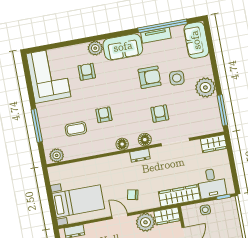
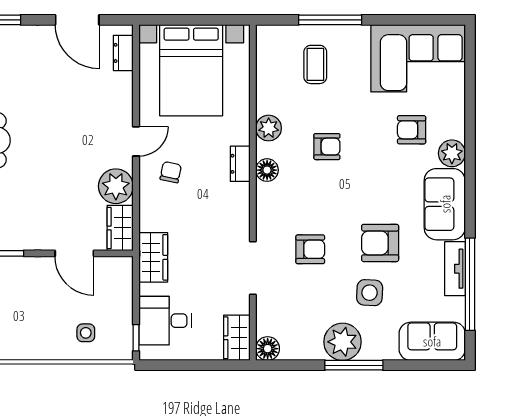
armchair: (87, 72) -> (412, 130), turned 180
armchair: (150, 77) -> (380, 243), turned 90
window: (222, 110) -> (354, 365), moved
coffee table: (76, 129) -> (315, 64), moved
floor lamp: (145, 140) -> (268, 349), moved
plant: (57, 155) -> (269, 128), moved
dresser: (140, 155) -> (240, 164), moved
wardrobe: (179, 196) -> (153, 257), width x0.67
bed with nightstands: (78, 201) -> (191, 70), width x1.36
side table: (205, 210) -> (86, 333), moved

